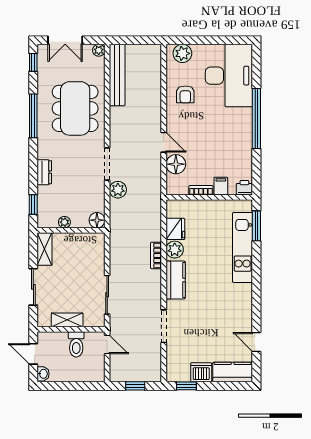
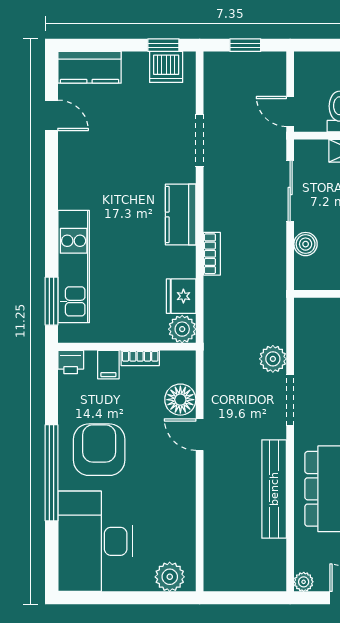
bench: (117, 75) -> (274, 489), moved
armchair: (185, 94) -> (99, 450), moved, width x1.88, depth x1.88
floor lamp: (97, 220) -> (306, 310), removed
plant: (175, 250) -> (182, 329), moved
boiler: (97, 262) -> (306, 244), added
dishwasher: (201, 372) -> (166, 67), moved

